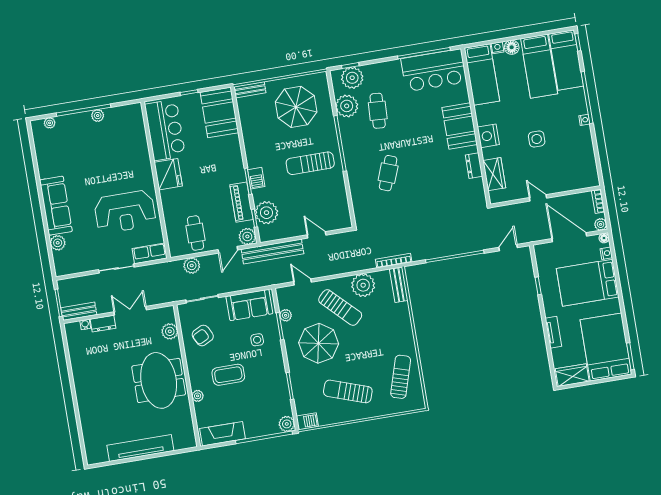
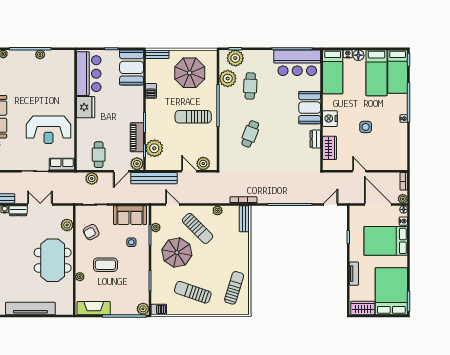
barbecue: (256, 178) -> (151, 91), moved
plant: (333, 222) -> (203, 164), added
plant: (363, 285) -> (218, 210), width x0.53, depth x0.53

